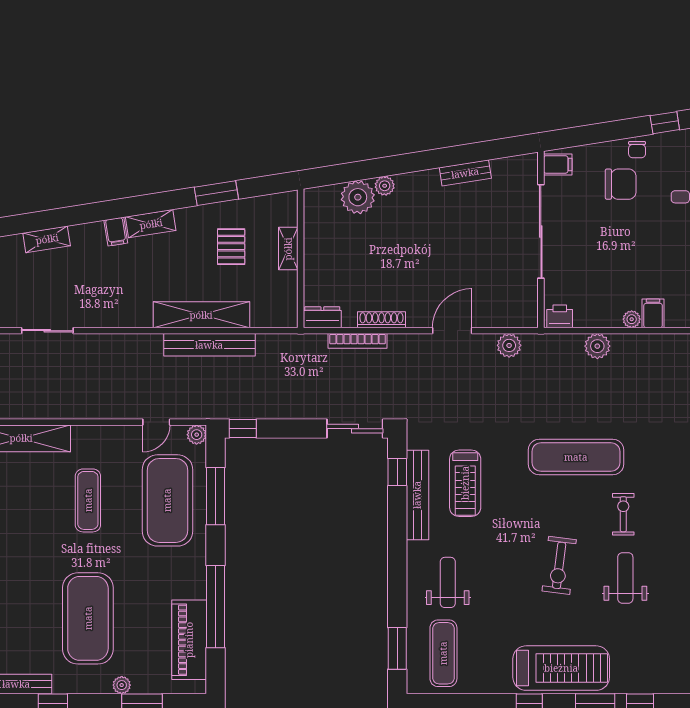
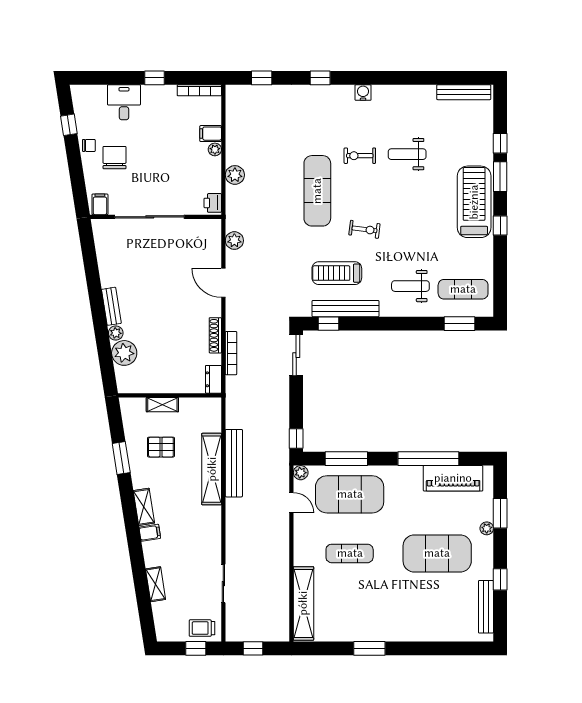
bench: (465, 173) -> (111, 306), moved
treadmill: (465, 483) -> (337, 273), turned 180
exercise bike: (559, 565) -> (364, 229), moved, width x0.73, depth x0.72

